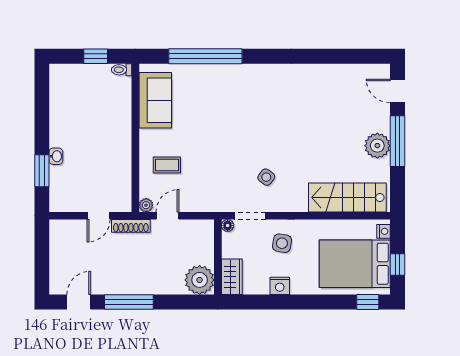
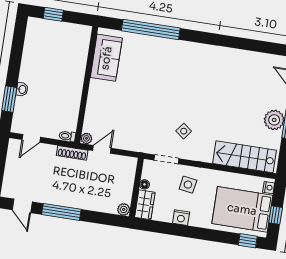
window: (96, 56) -> (53, 14), moved
toilet: (122, 70) -> (67, 136), moved
coffee table: (167, 165) -> (108, 110), removed
door: (99, 216) -> (31, 138), moved
floor lamp: (228, 225) -> (144, 184), moved
plant: (200, 280) -> (124, 209), width x0.53, depth x0.53
door: (79, 302) -> (22, 206), swing flipped

